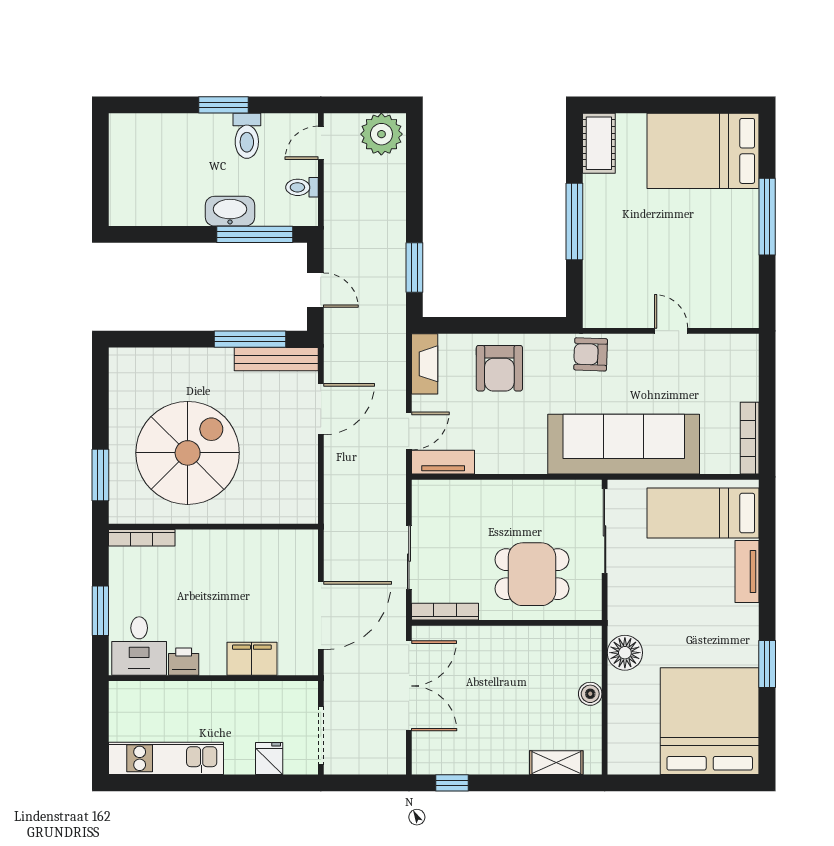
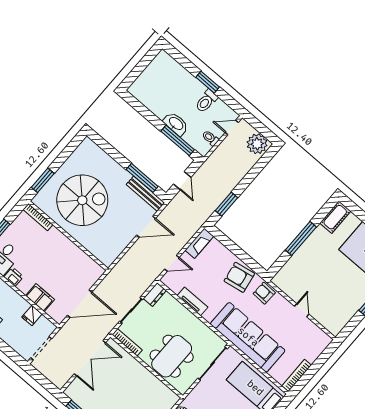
armchair: (499, 368) -> (239, 277), moved, turned 80
tv unit: (443, 462) -> (192, 301), moved
dresser: (424, 502) -> (155, 295), added
dining table: (532, 574) -> (172, 356), width x1.37
fridge: (269, 758) -> (32, 315), moved, turned 180

